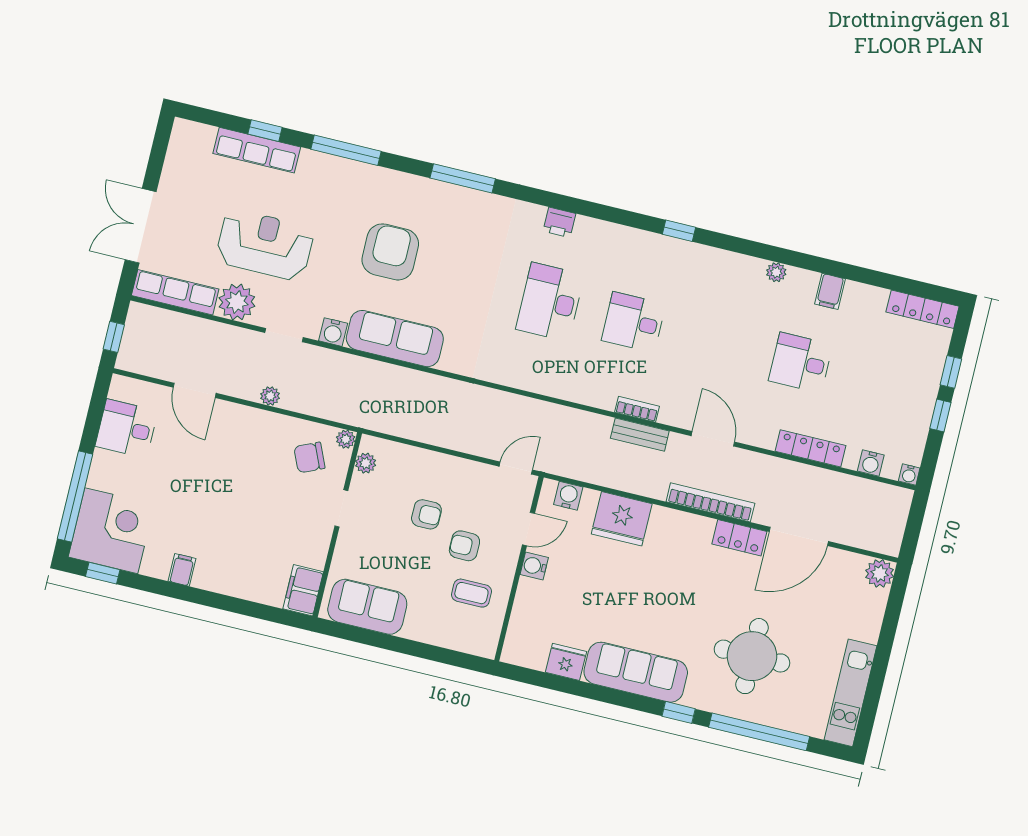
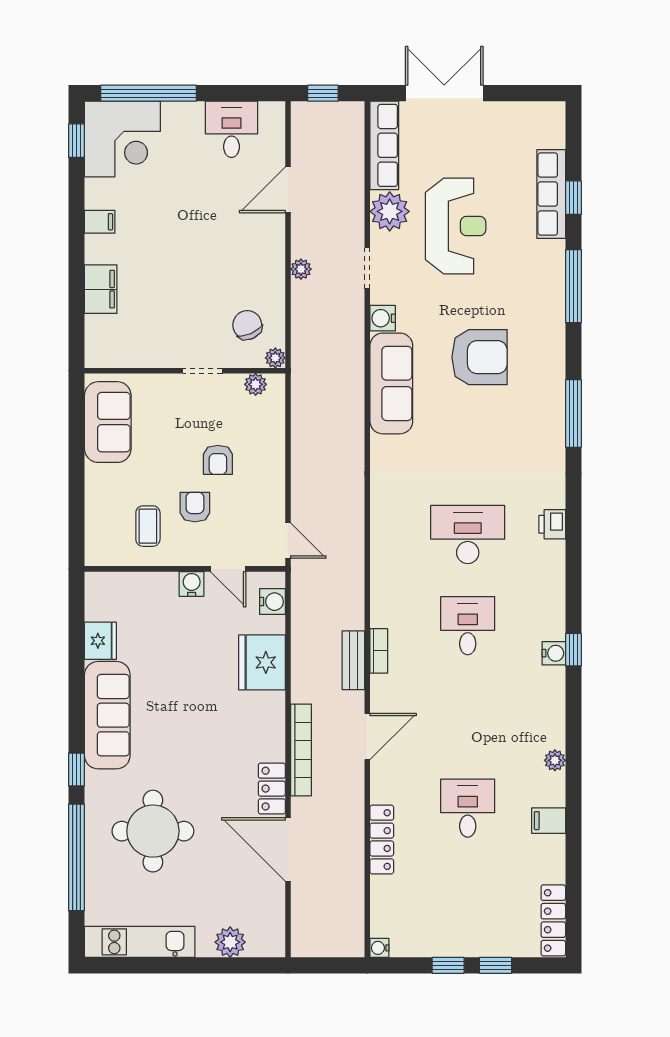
water cooler: (871, 463) -> (554, 653), moved, turned 180
plant: (880, 573) -> (230, 942), moved
filing cabinet: (303, 590) -> (101, 289), moved, turned 90

